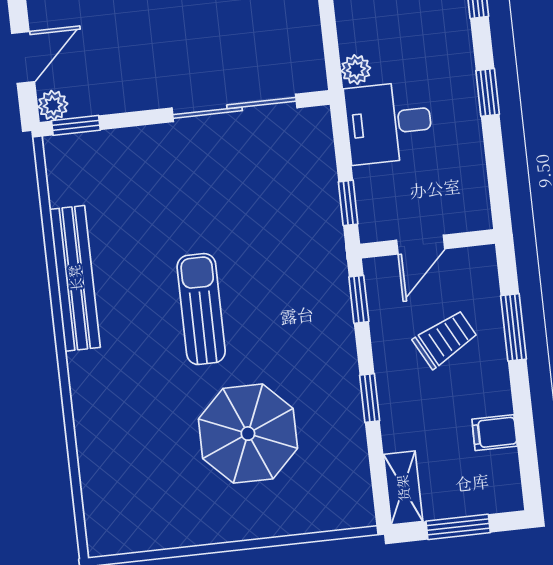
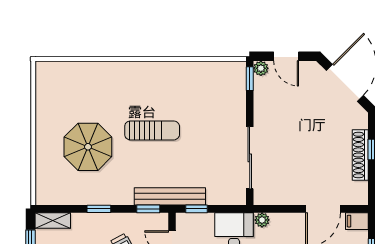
bench: (75, 278) -> (170, 196), moved

